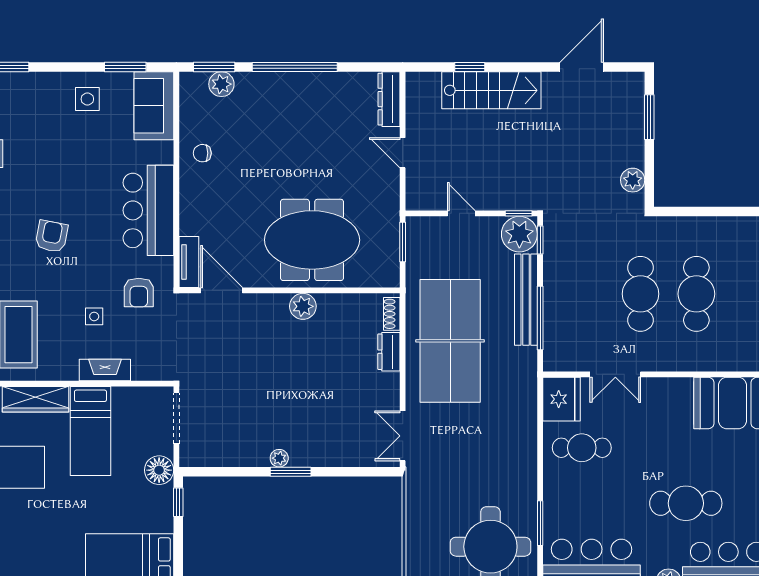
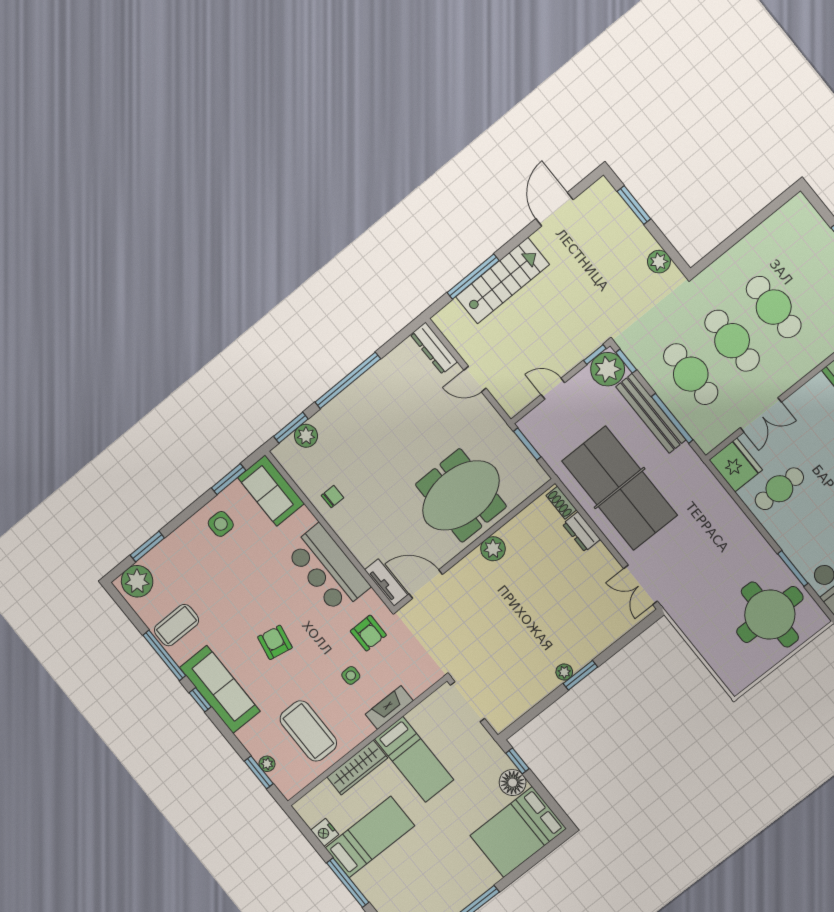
window: (470, 67) -> (473, 277), width x2.17
chair: (202, 153) -> (332, 497), turned 180
cafe table: (585, 294) -> (691, 374), added
floor lamp: (159, 470) -> (513, 783), moved

